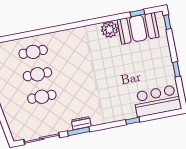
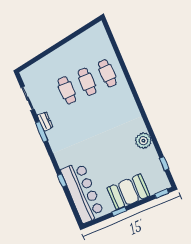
booth: (138, 28) -> (128, 192), moved, turned 90
bar counter: (157, 101) -> (83, 192), width x1.36
dresser: (81, 123) -> (45, 121), moved
sliding door: (42, 138) -> (28, 98), width x0.73

